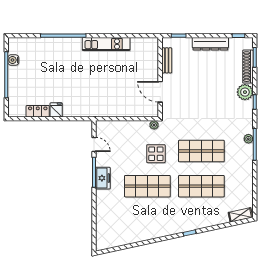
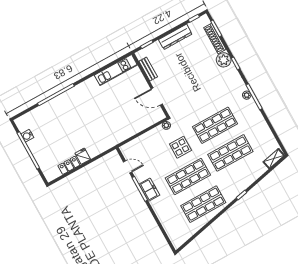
kitchen unit: (106, 44) -> (116, 70), moved
shop shelf: (147, 221) -> (203, 204), added

